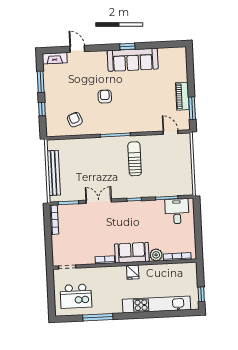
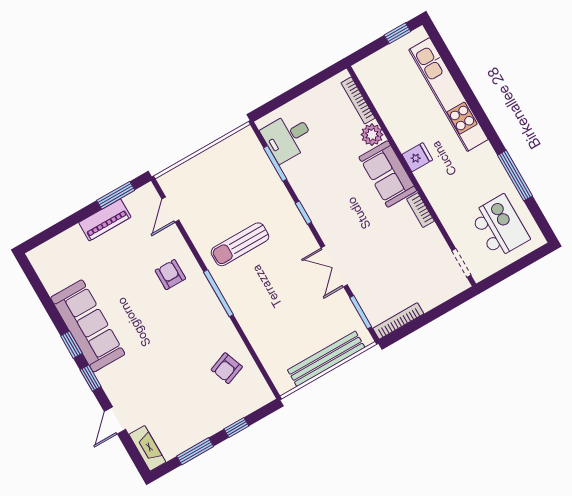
window: (105, 48) -> (91, 378), added
armchair: (105, 97) -> (170, 275), moved, turned 90

